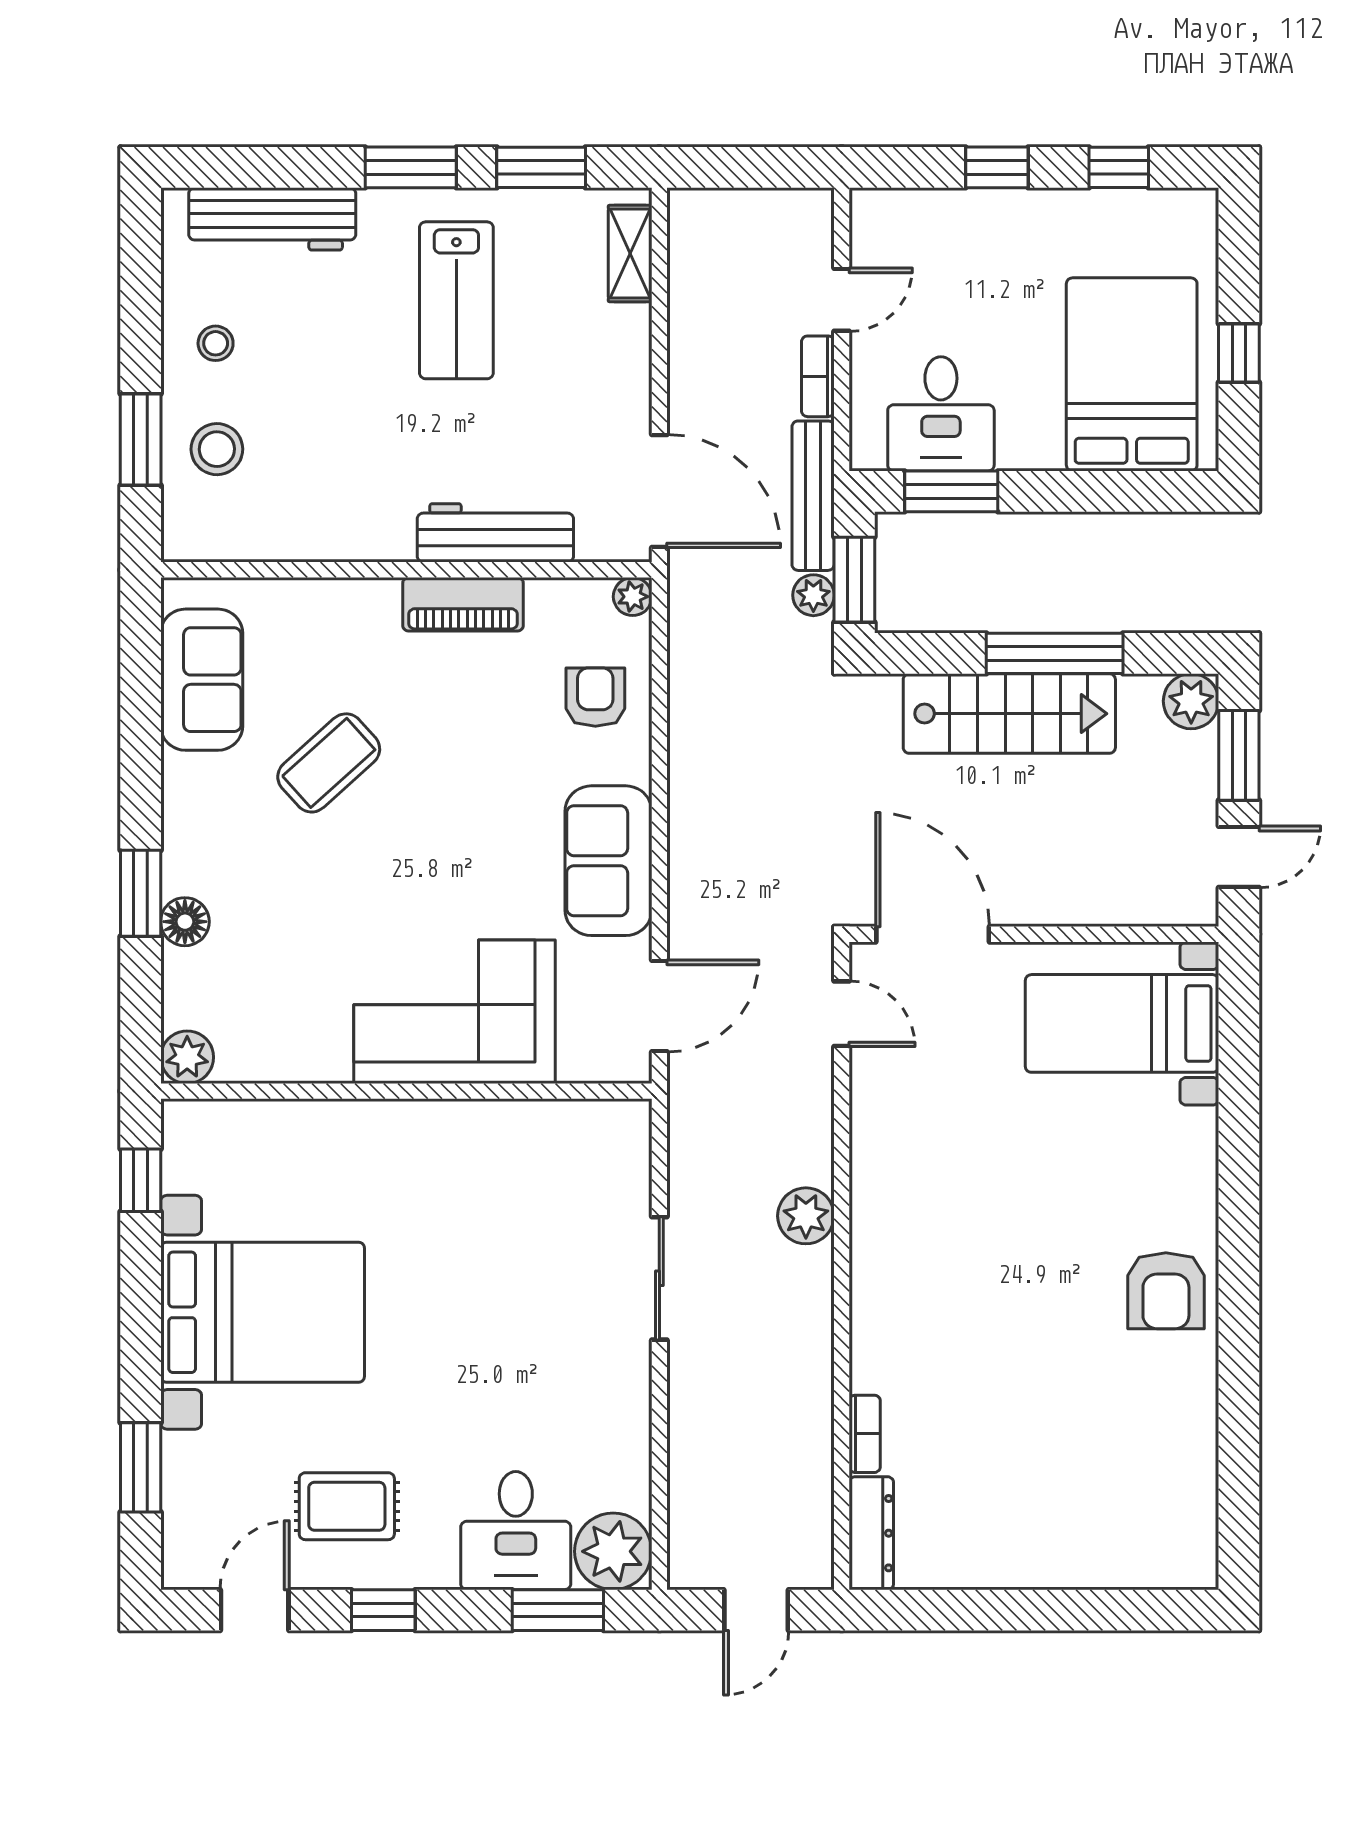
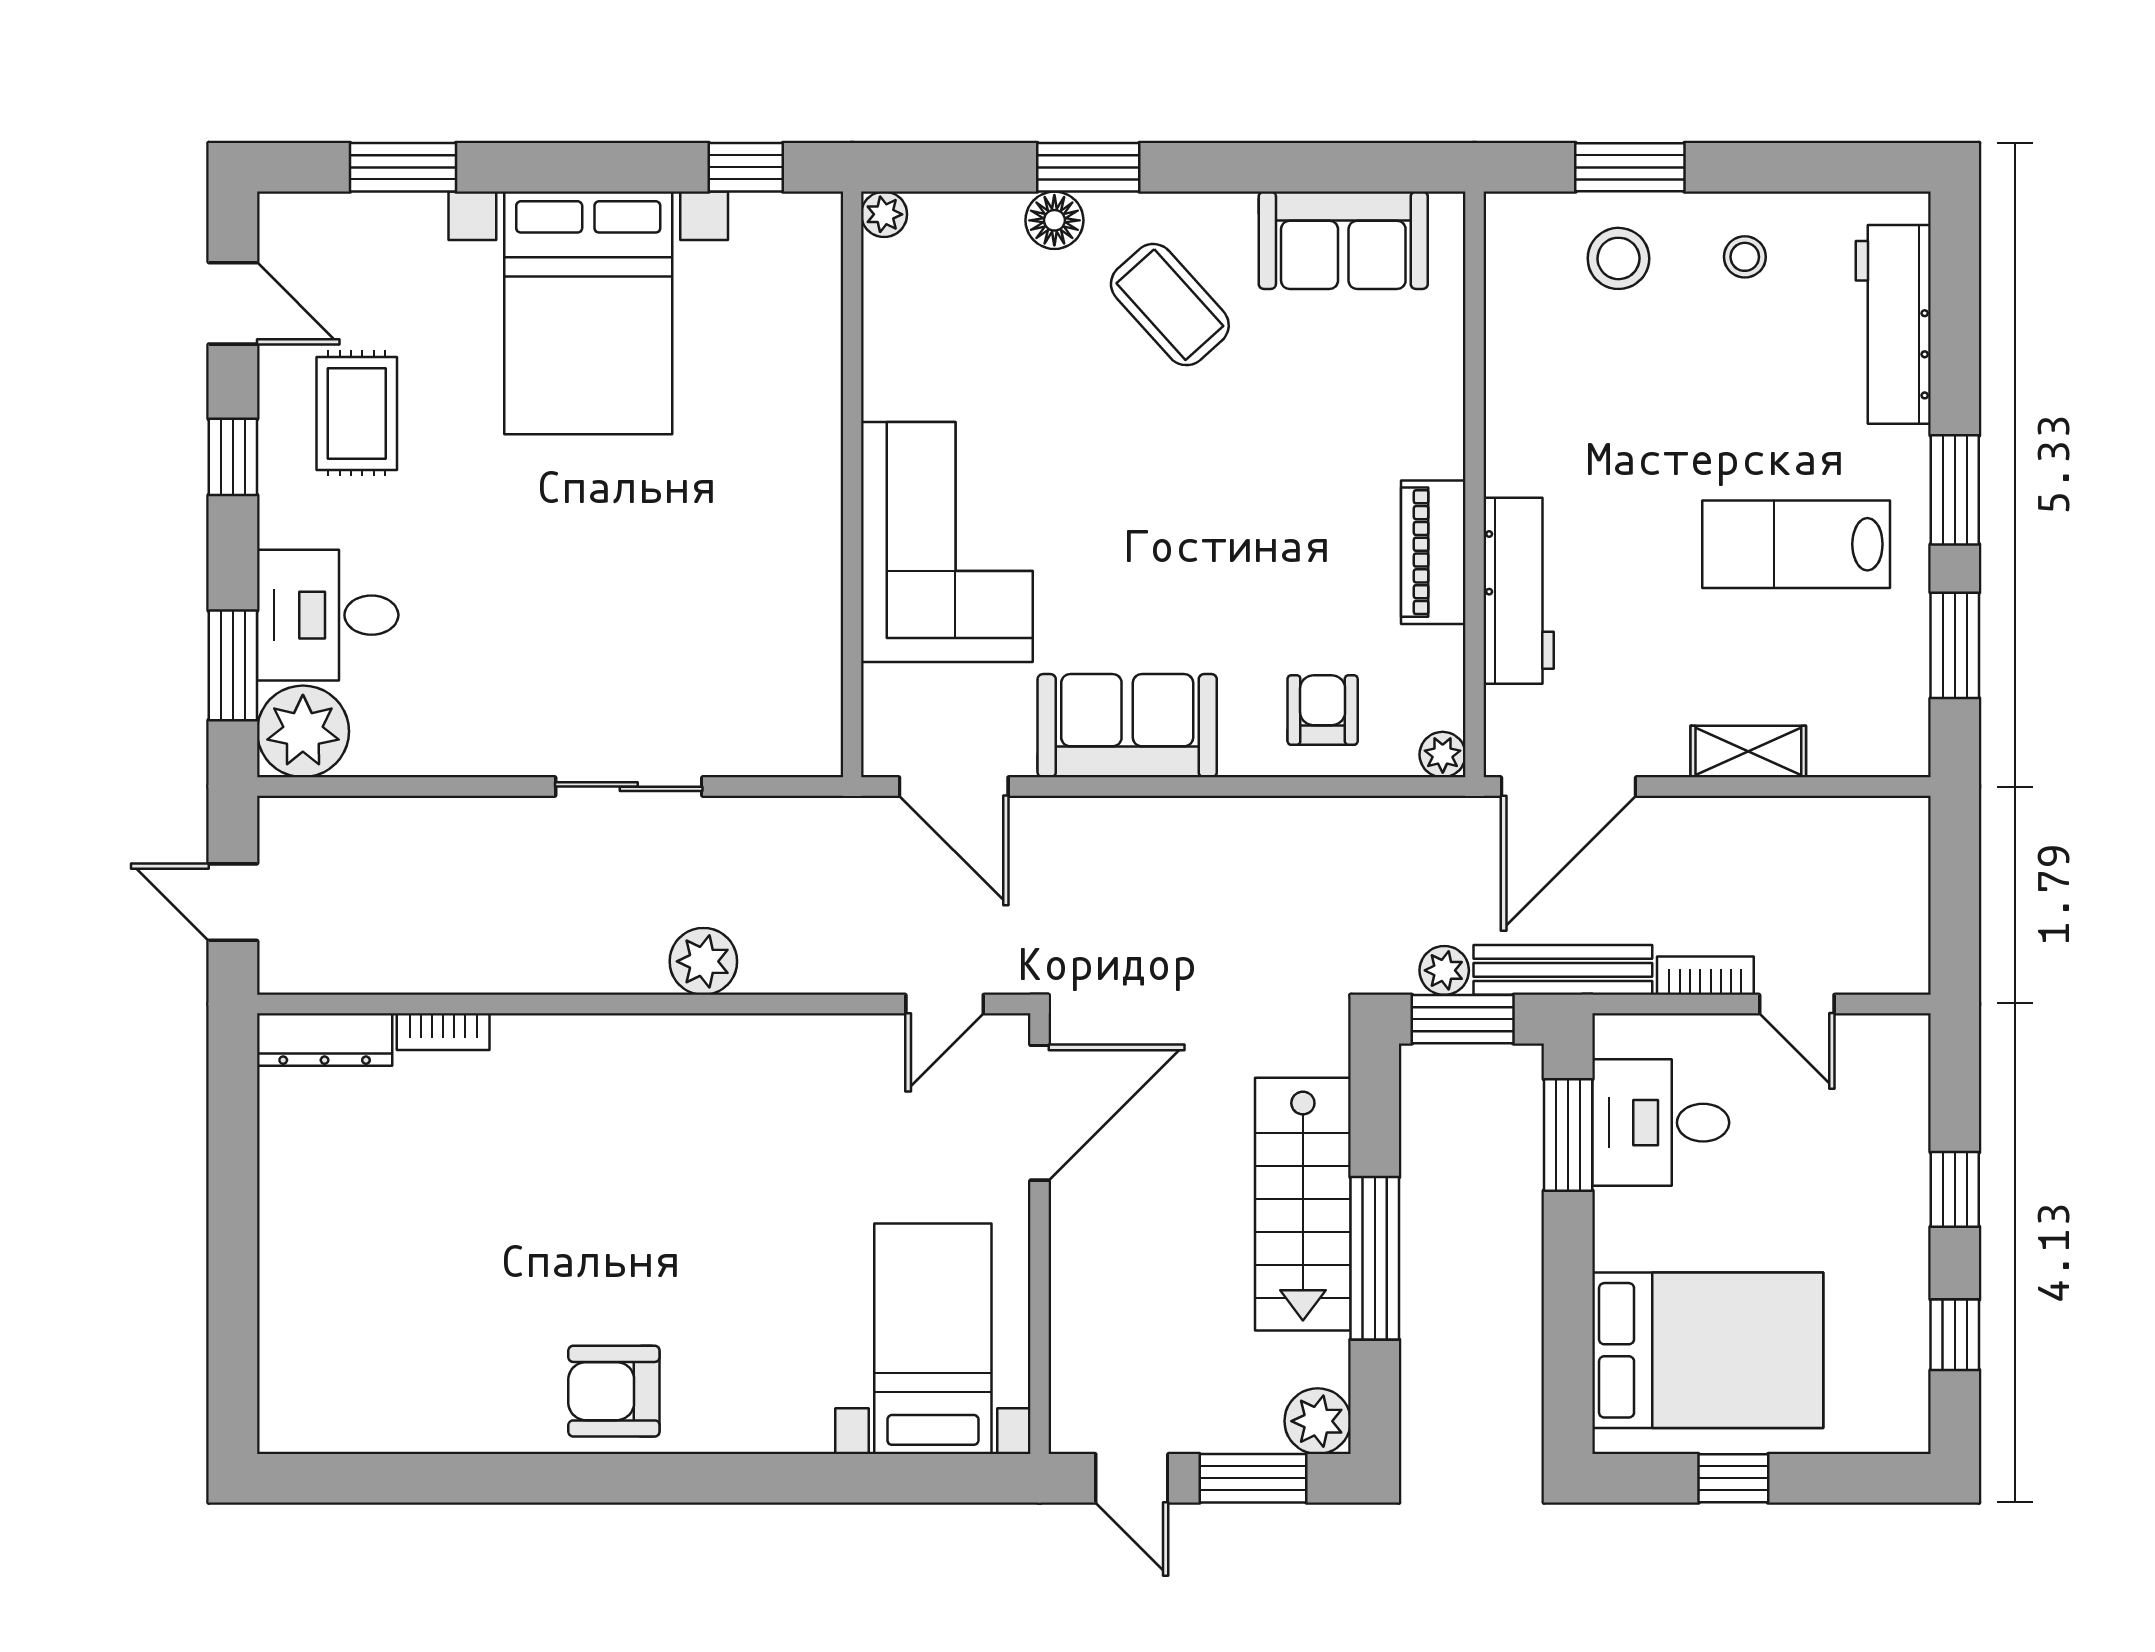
shelving: (630, 254) -> (1748, 752), moved
armchair: (595, 697) -> (1323, 710), turned -90
coffee table: (329, 763) -> (1170, 305), moved
plant: (187, 1057) -> (884, 214), width x0.73, depth x0.73

